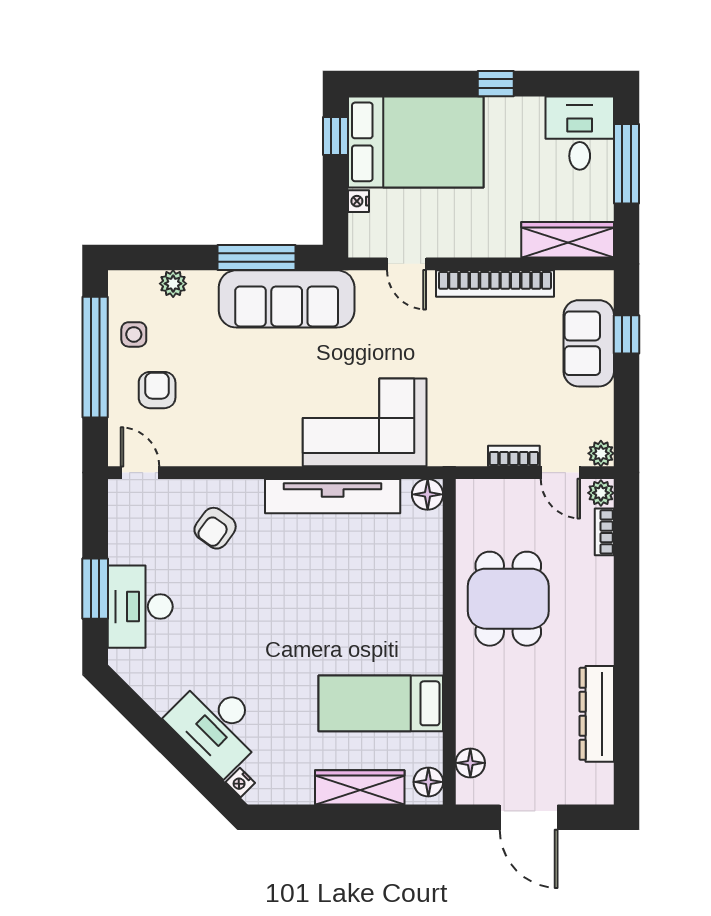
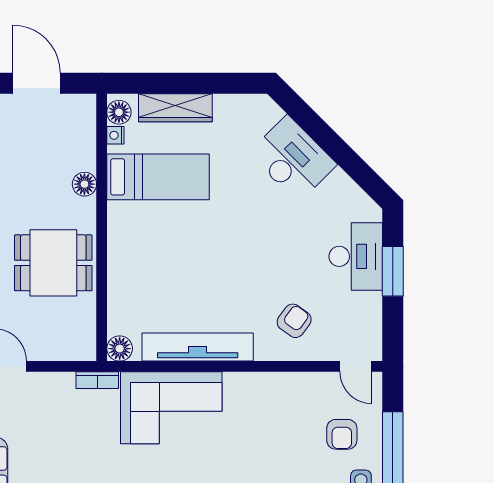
bookcase: (514, 456) -> (97, 380), moved
dining table: (508, 599) -> (53, 263), turned 90
floor lamp: (470, 763) -> (84, 184), moved
nightstand: (240, 782) -> (115, 135), moved, turned -135

